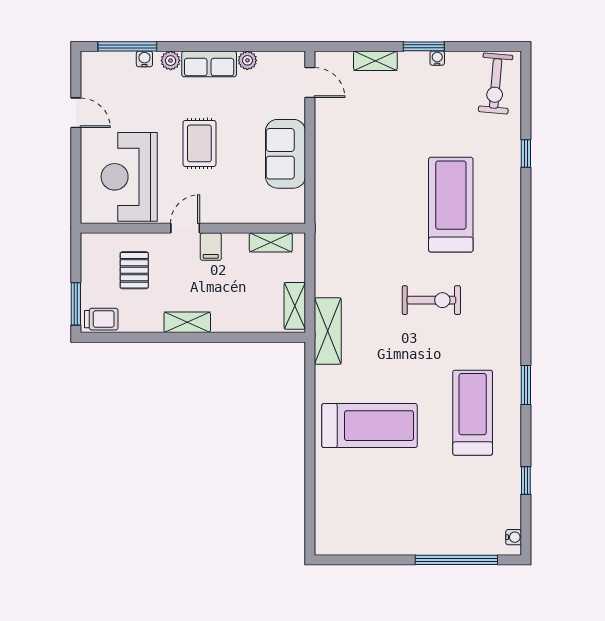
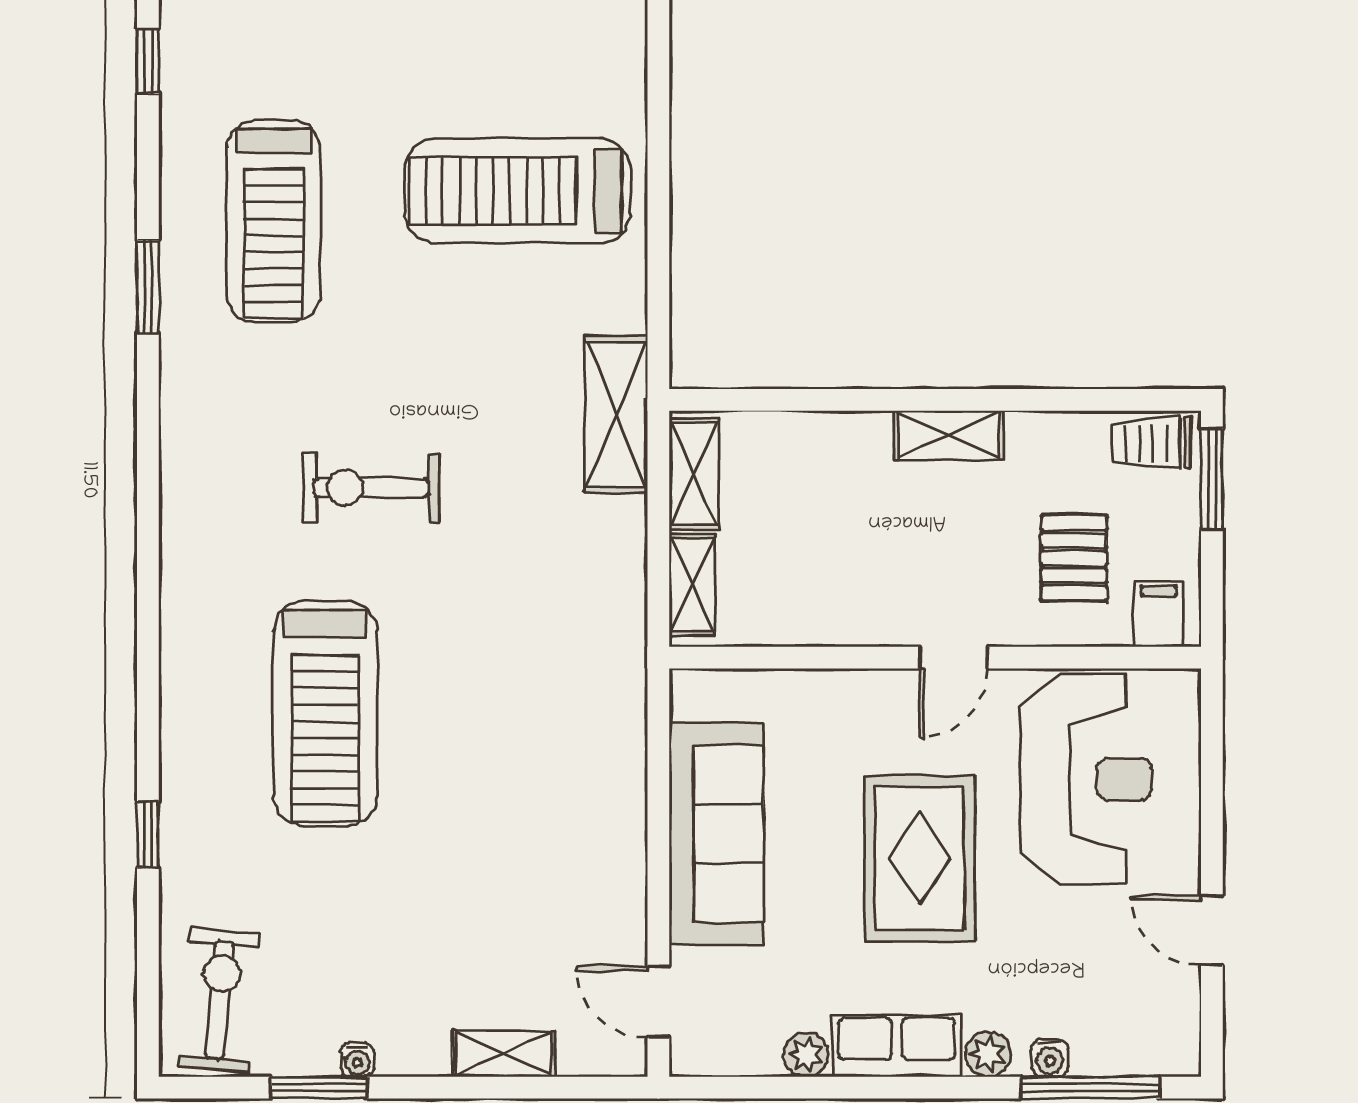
window: (424, 46) -> (319, 1088), moved
rug: (199, 143) -> (920, 858), width x1.36, depth x1.43
sofa: (285, 154) -> (716, 834), width x1.36
shelving: (271, 242) -> (692, 585), moved, turned 90
filing cabinet: (211, 247) -> (1159, 614), moved

